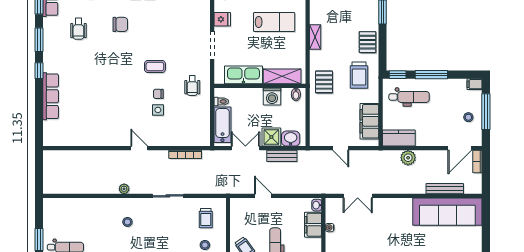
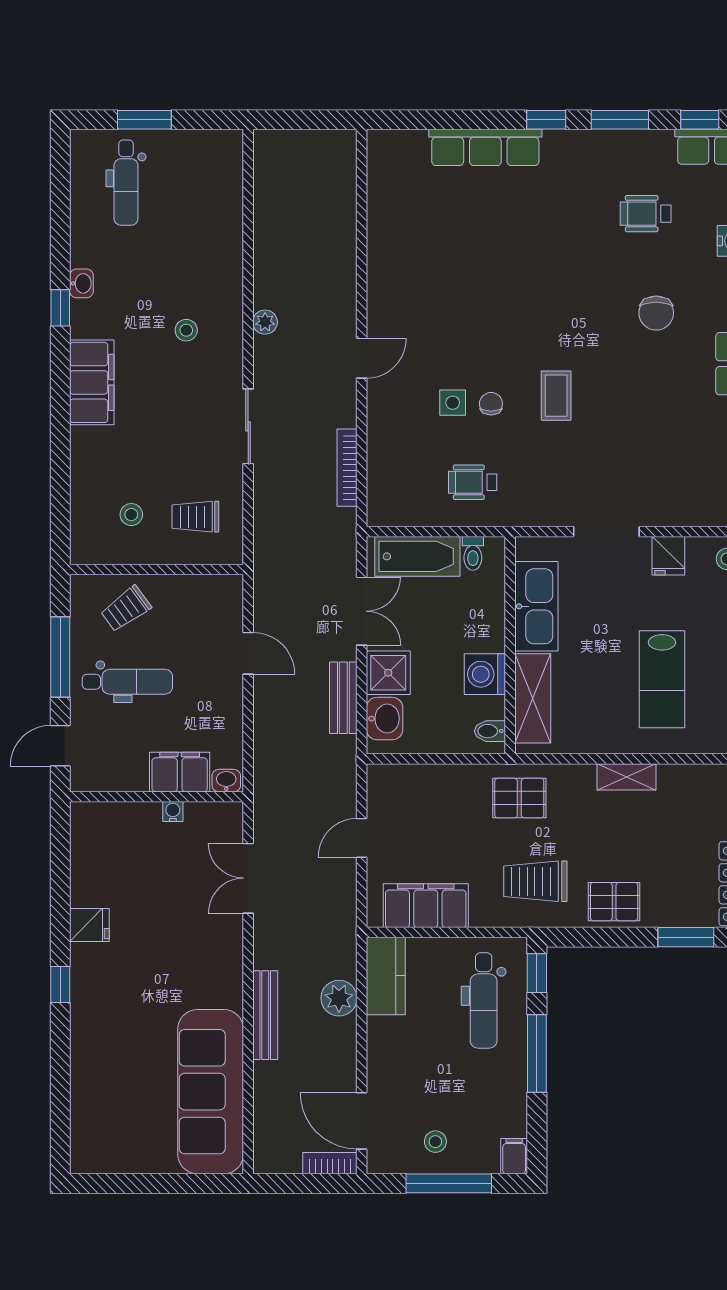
wheelchair: (192, 86) -> (473, 482), moved
bench: (445, 189) -> (265, 1015), moved
door: (263, 196) -> (248, 653), hinge flipped

